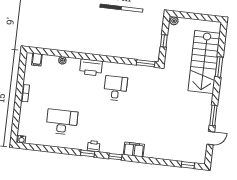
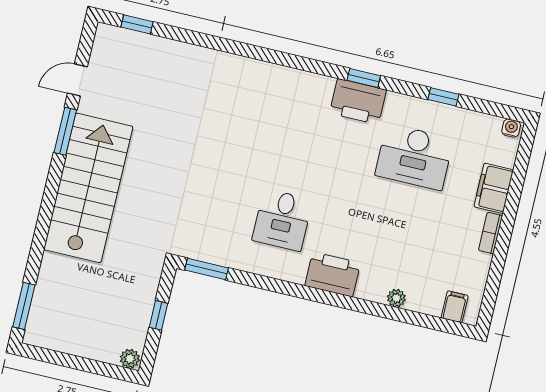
stairs: (204, 62) -> (88, 188), moved
window: (219, 67) -> (24, 306), moved
printer: (94, 146) -> (358, 102), width x1.87, depth x1.48
filing cabinet: (134, 150) -> (494, 188), moved, turned 90
window: (115, 157) -> (443, 97), moved

